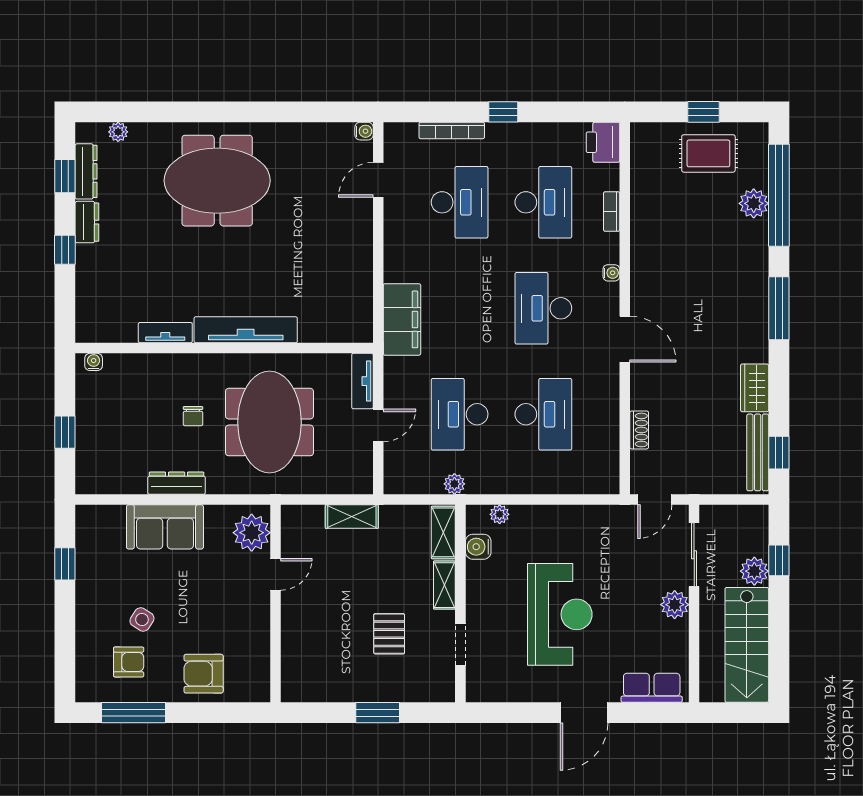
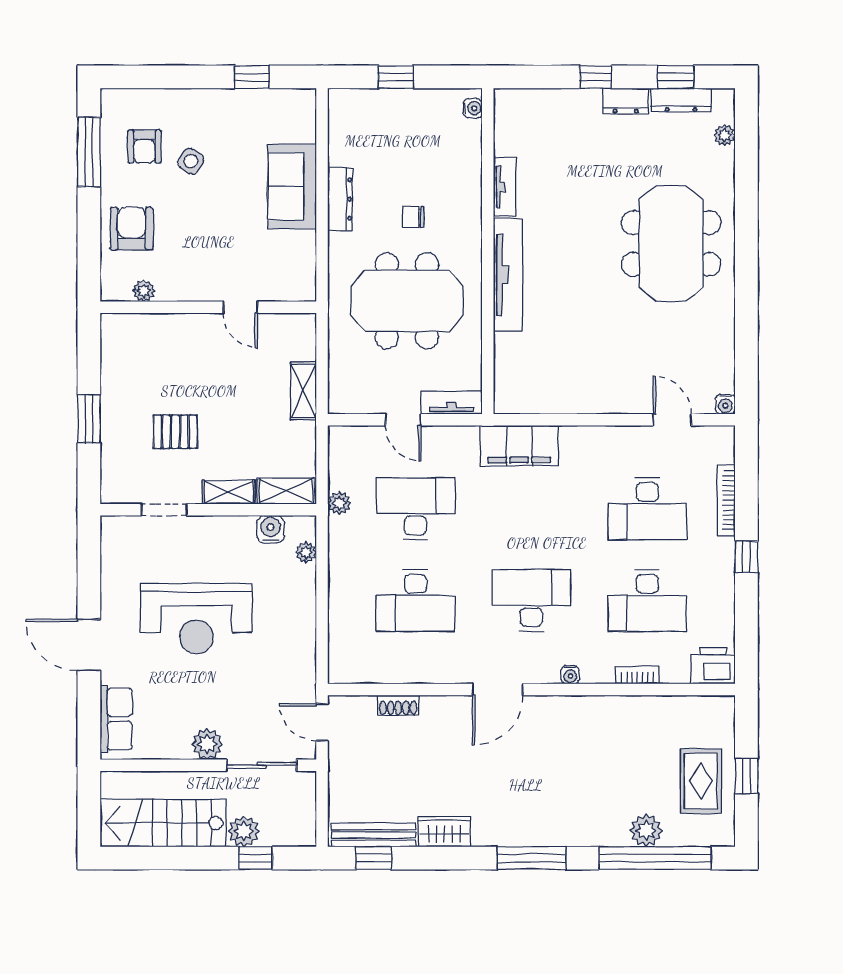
plant: (252, 533) -> (144, 291), moved, width x0.53, depth x0.53

